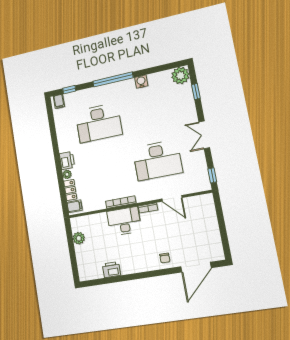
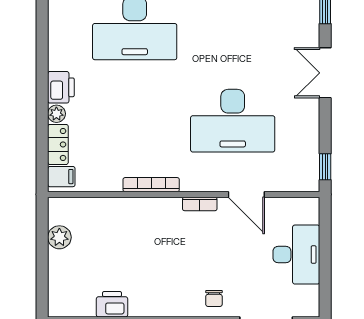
double door: (204, 135) -> (325, 73), moved
desk: (124, 221) -> (296, 255), moved, turned 90

